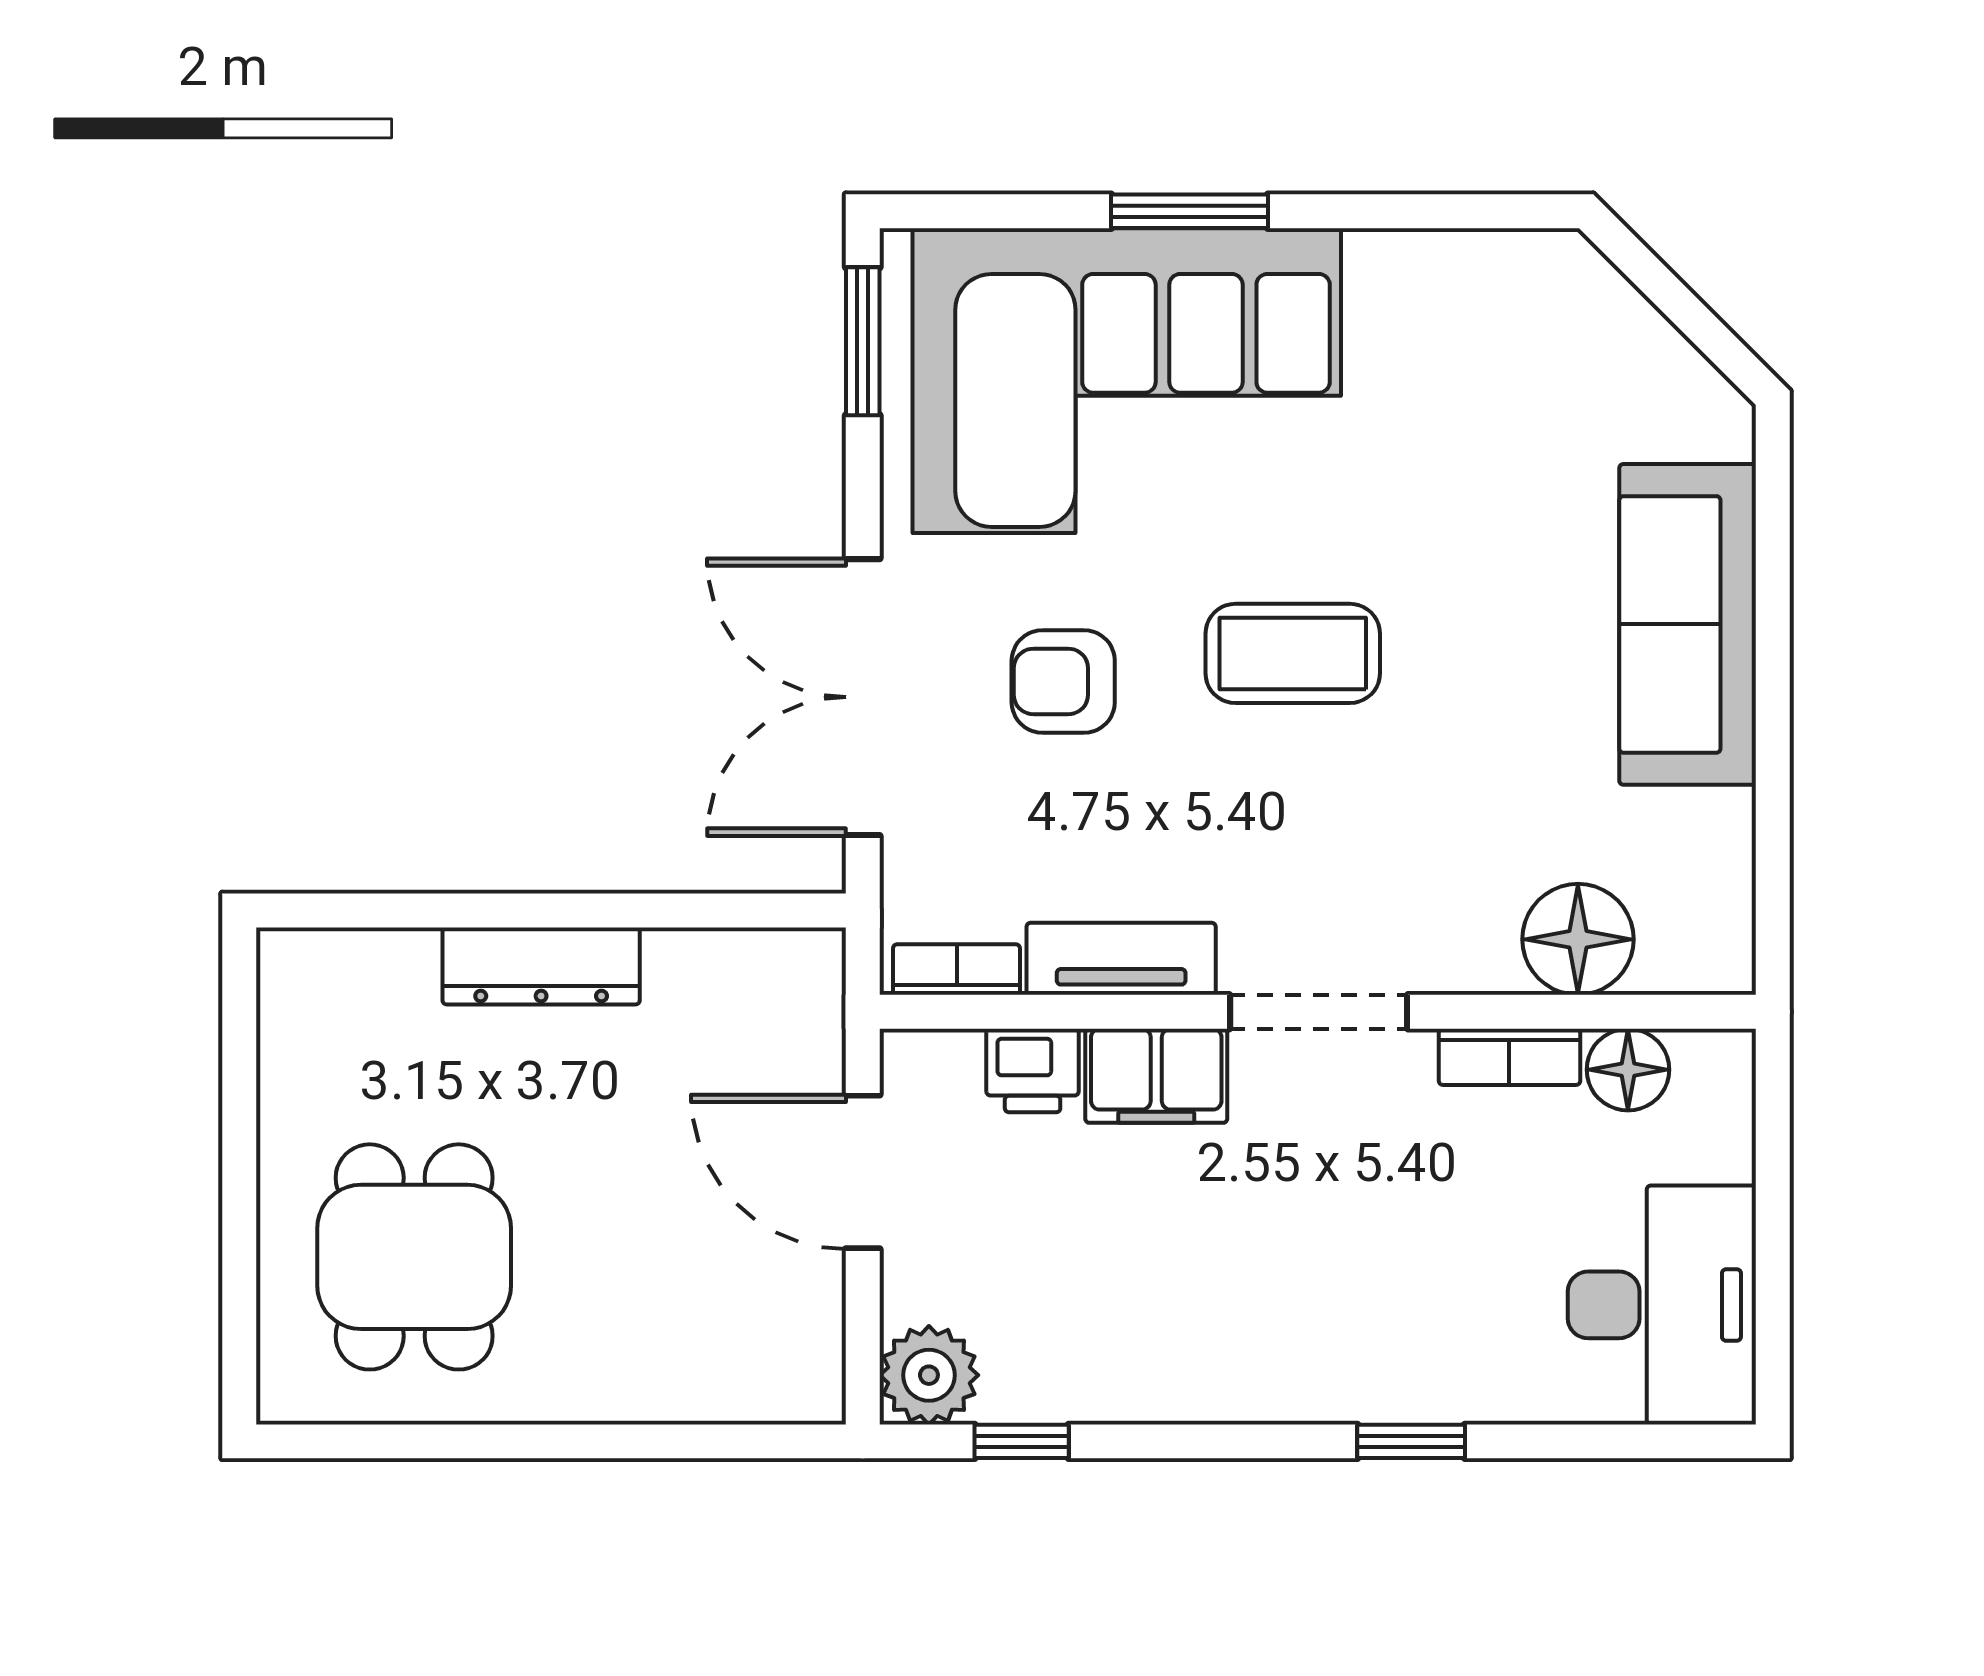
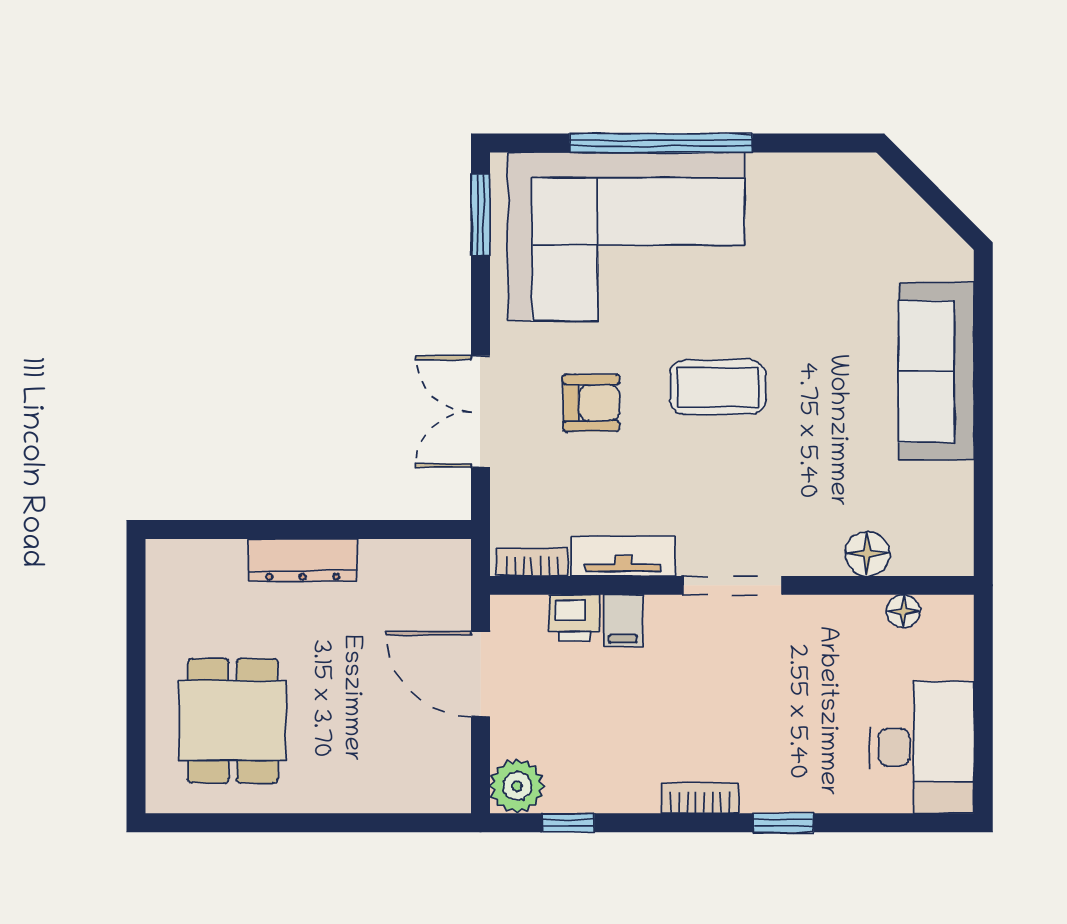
window: (1190, 211) -> (661, 143), width x2.11
armchair: (1063, 681) -> (591, 403), turned 180
double door: (863, 697) -> (480, 412), width x0.73
floor lamp: (1578, 939) -> (867, 554), width x0.73, depth x0.73
bookcase: (1509, 1057) -> (700, 798), moved, turned 180
floor lamp: (1628, 1070) -> (903, 611), width x0.73, depth x0.73
filing cabinet: (1156, 1076) -> (623, 621), width x0.50

